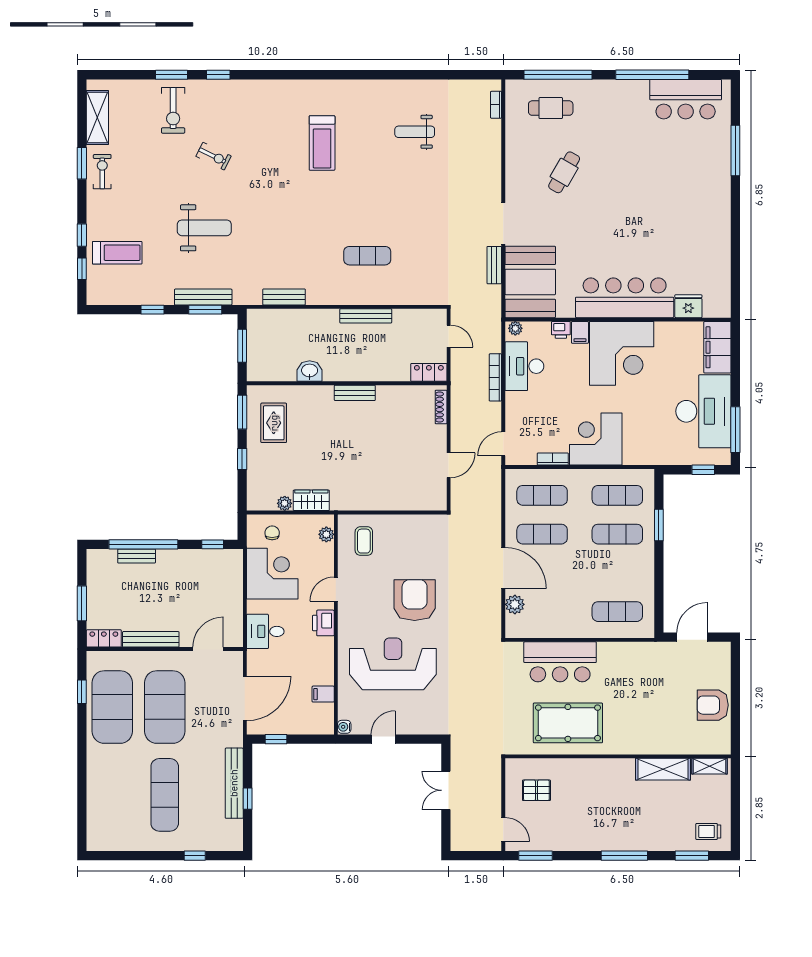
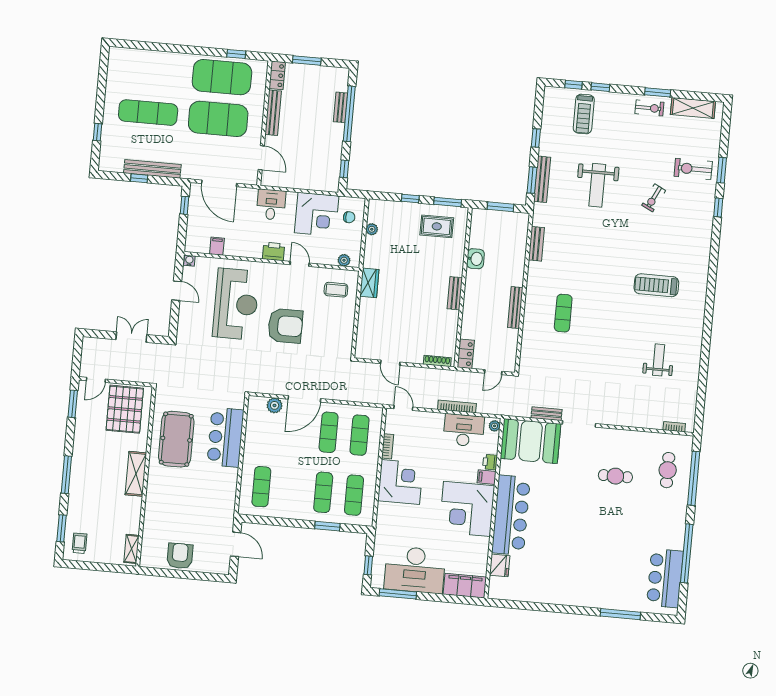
cafe table: (564, 172) -> (615, 476), turned -30
wardrobe: (311, 500) -> (369, 283), moved
shelving: (663, 769) -> (136, 474), moved
pallet: (536, 790) -> (125, 409), width x2.05, depth x2.00

